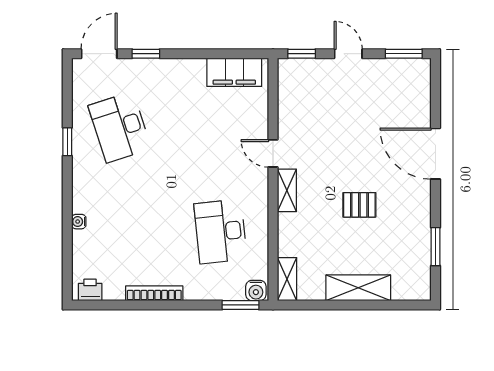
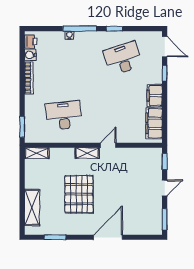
filing cabinet: (185, 71) -> (155, 96), added
window: (67, 203) -> (80, 29), added
pallet: (359, 205) -> (79, 194), width x2.05, depth x2.00
shelving: (358, 288) -> (32, 207), moved
water cooler: (256, 290) -> (30, 55), moved

